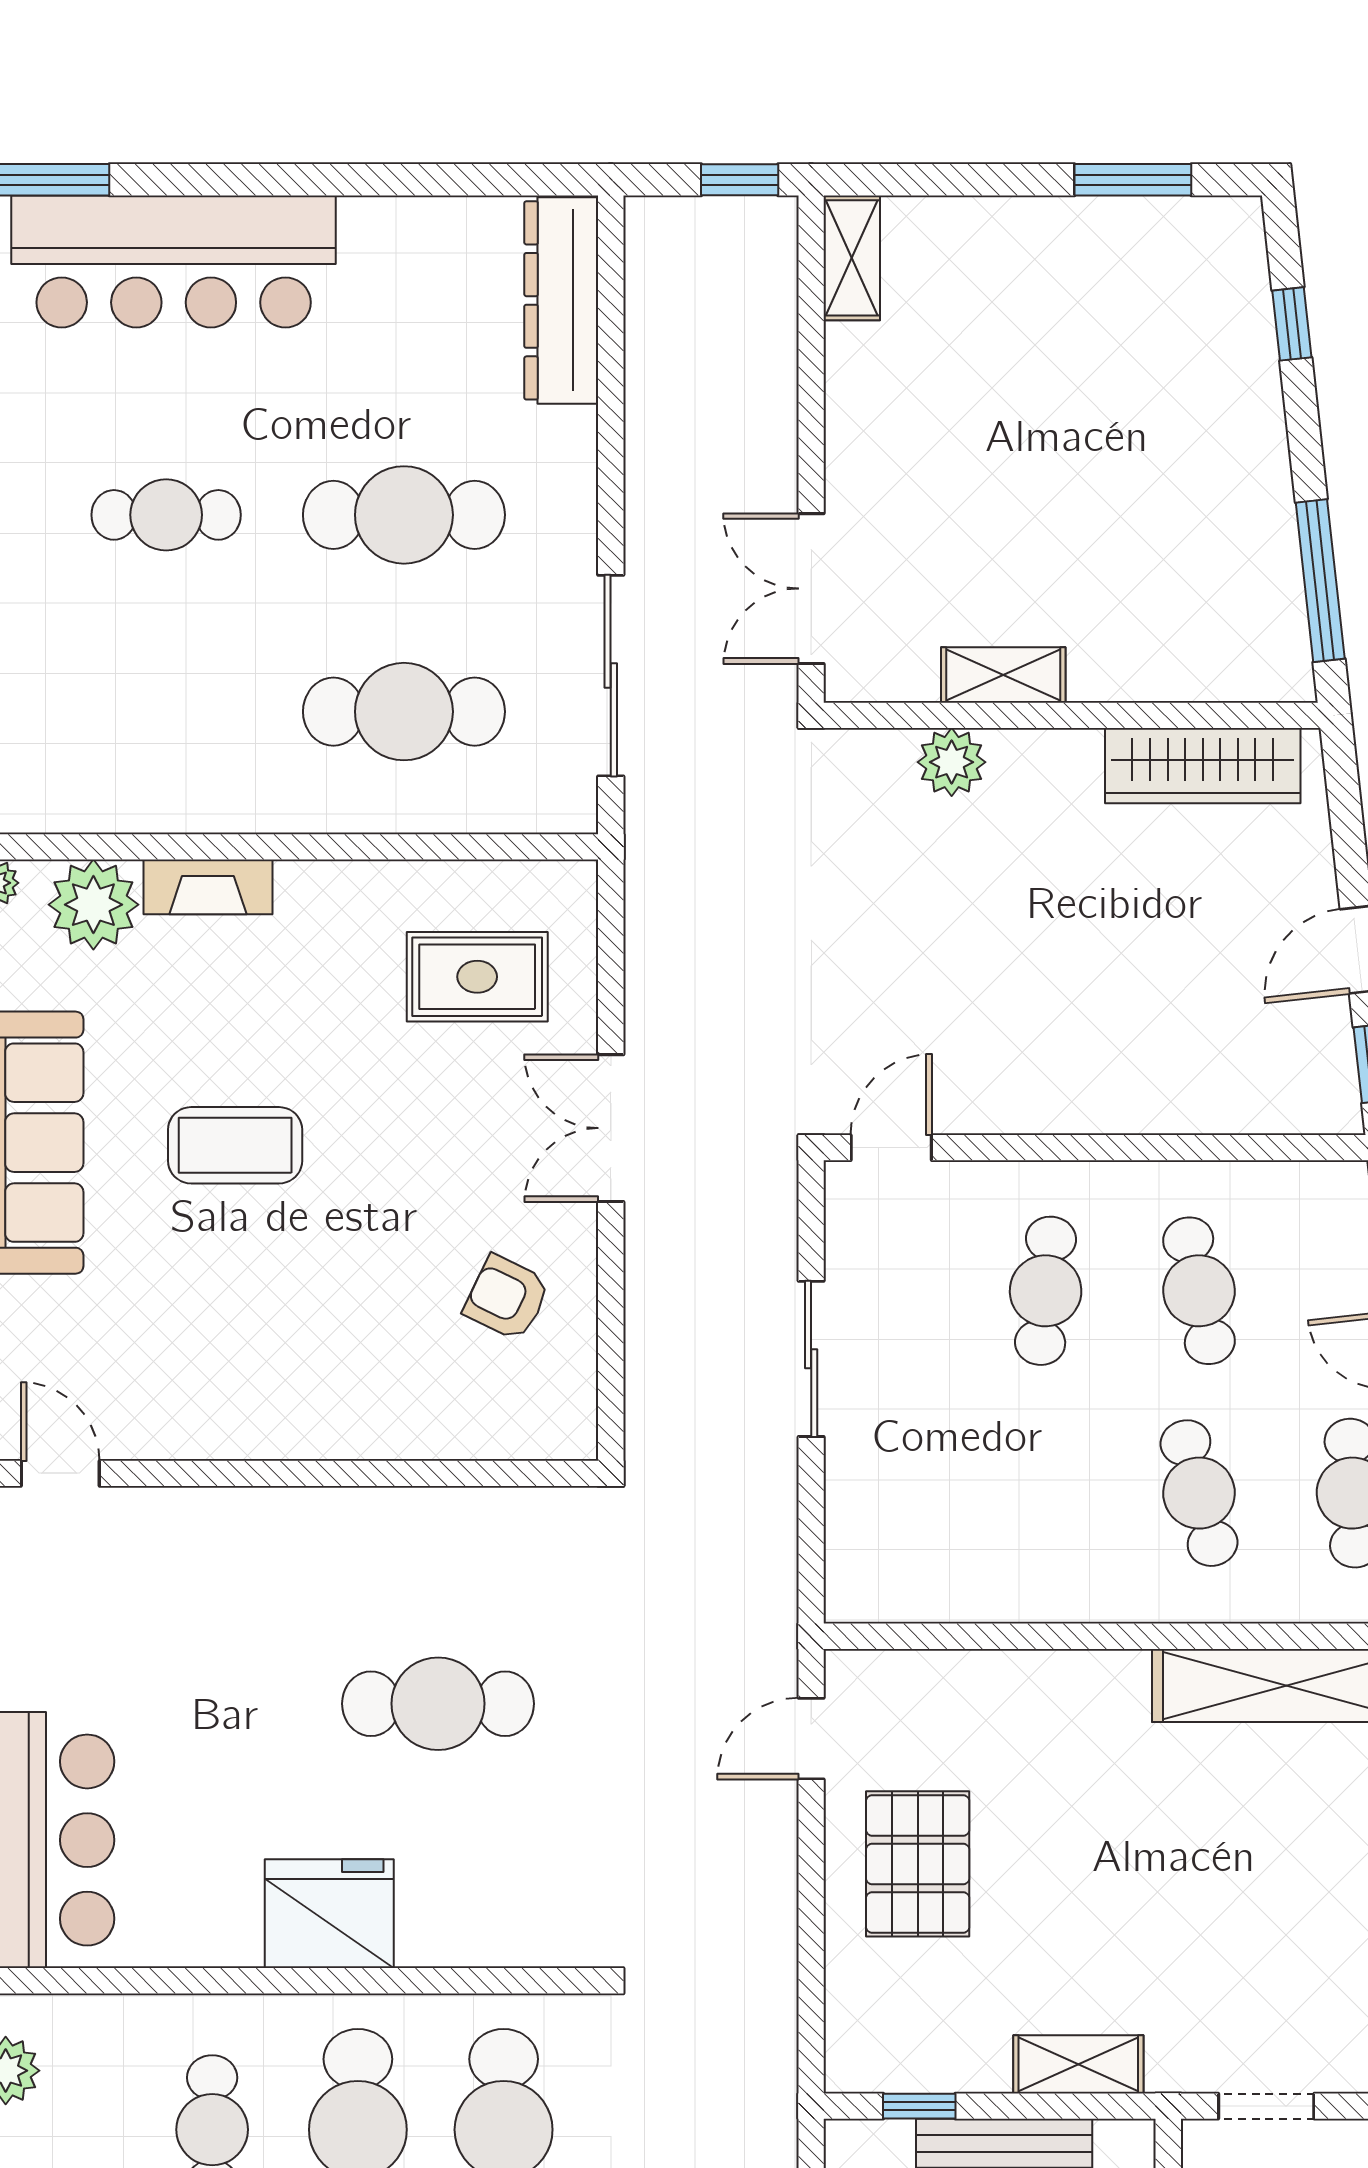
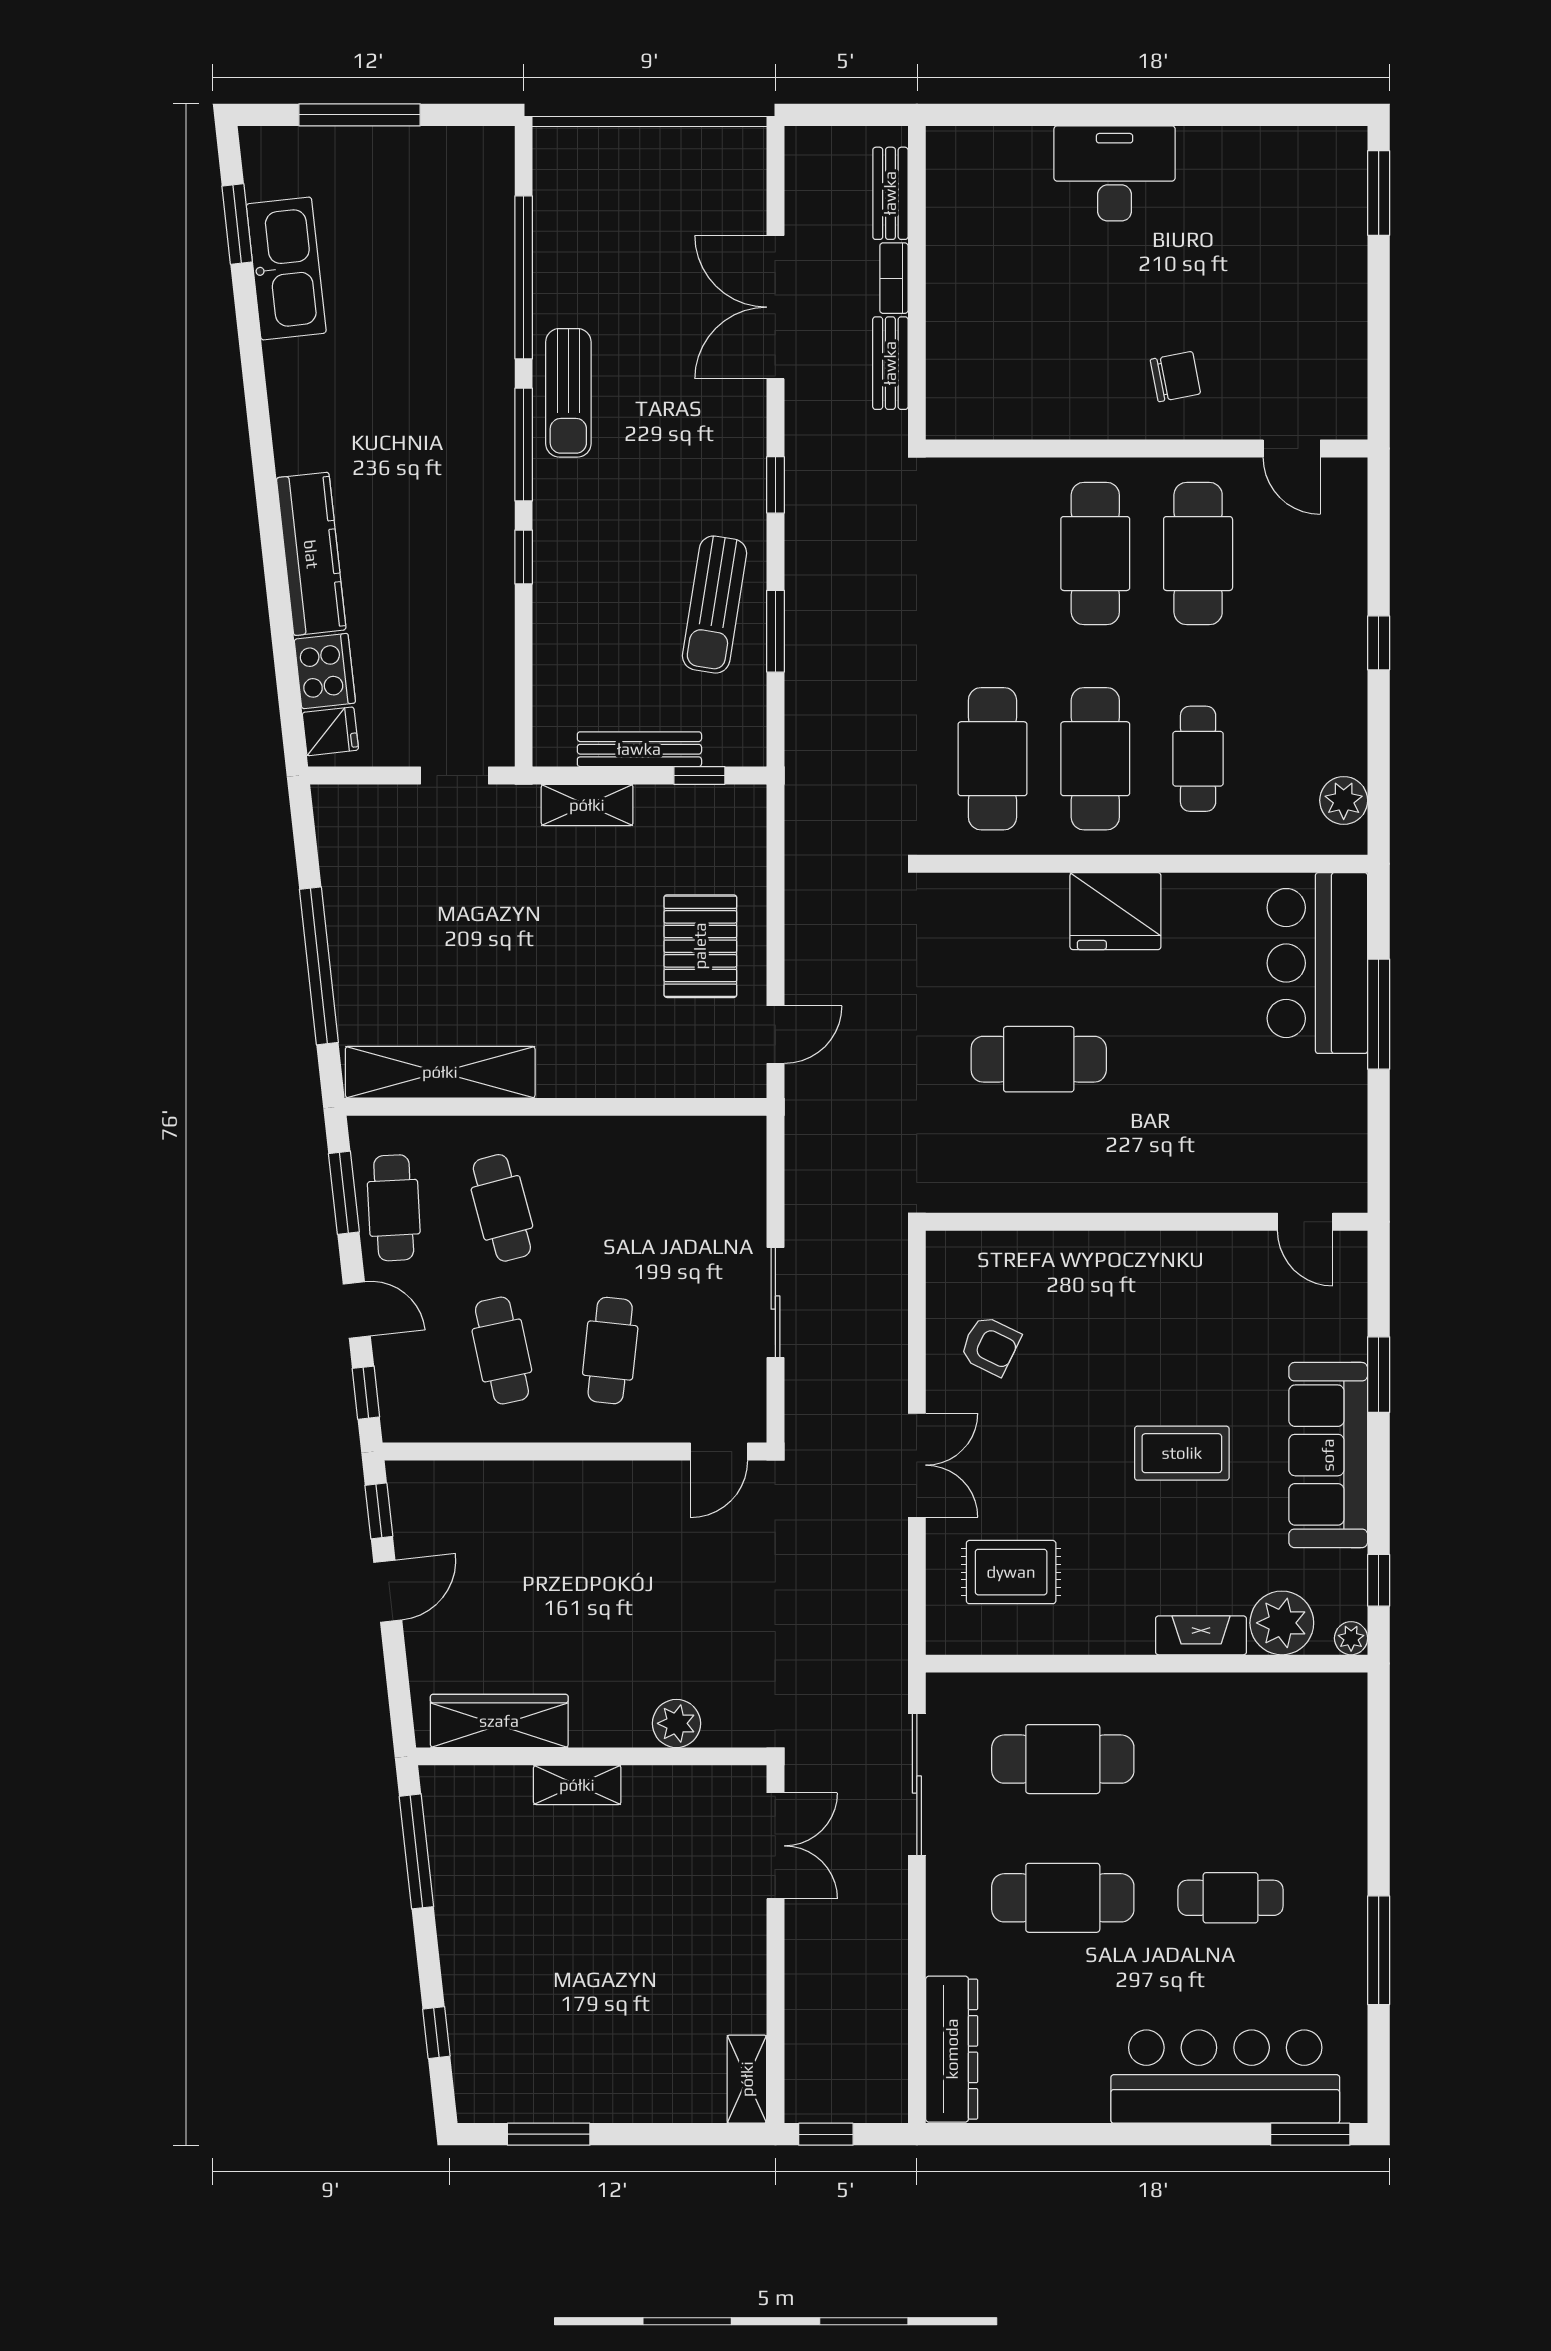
shelving: (1003, 675) -> (577, 1785), moved

